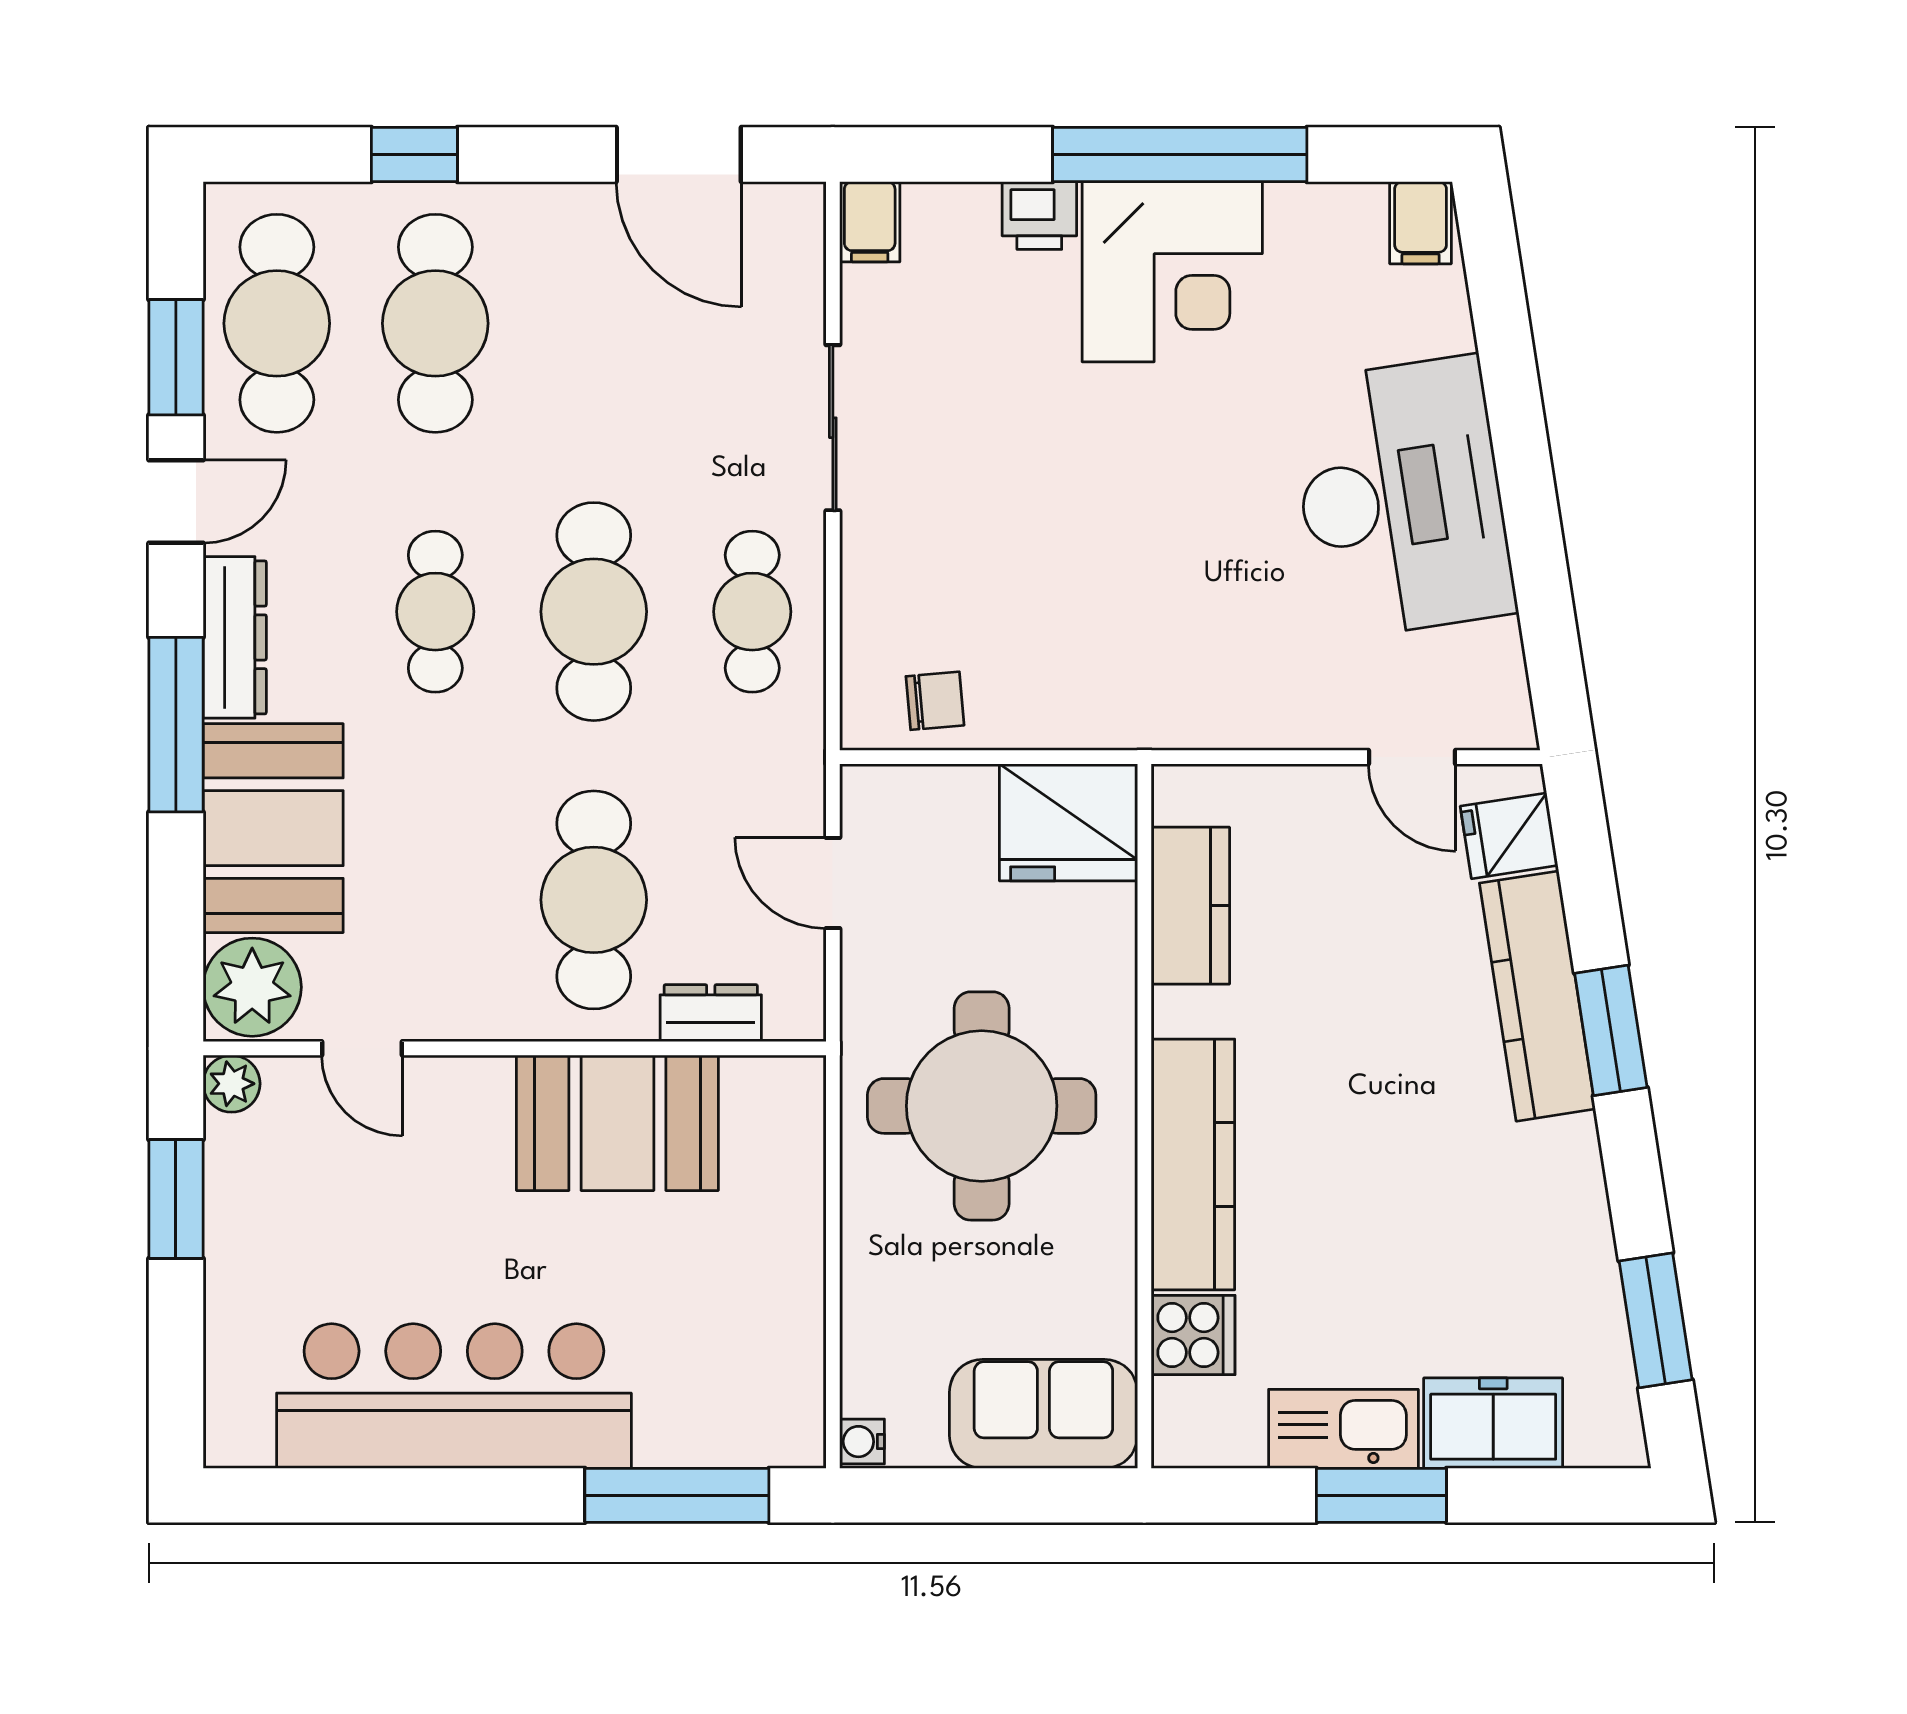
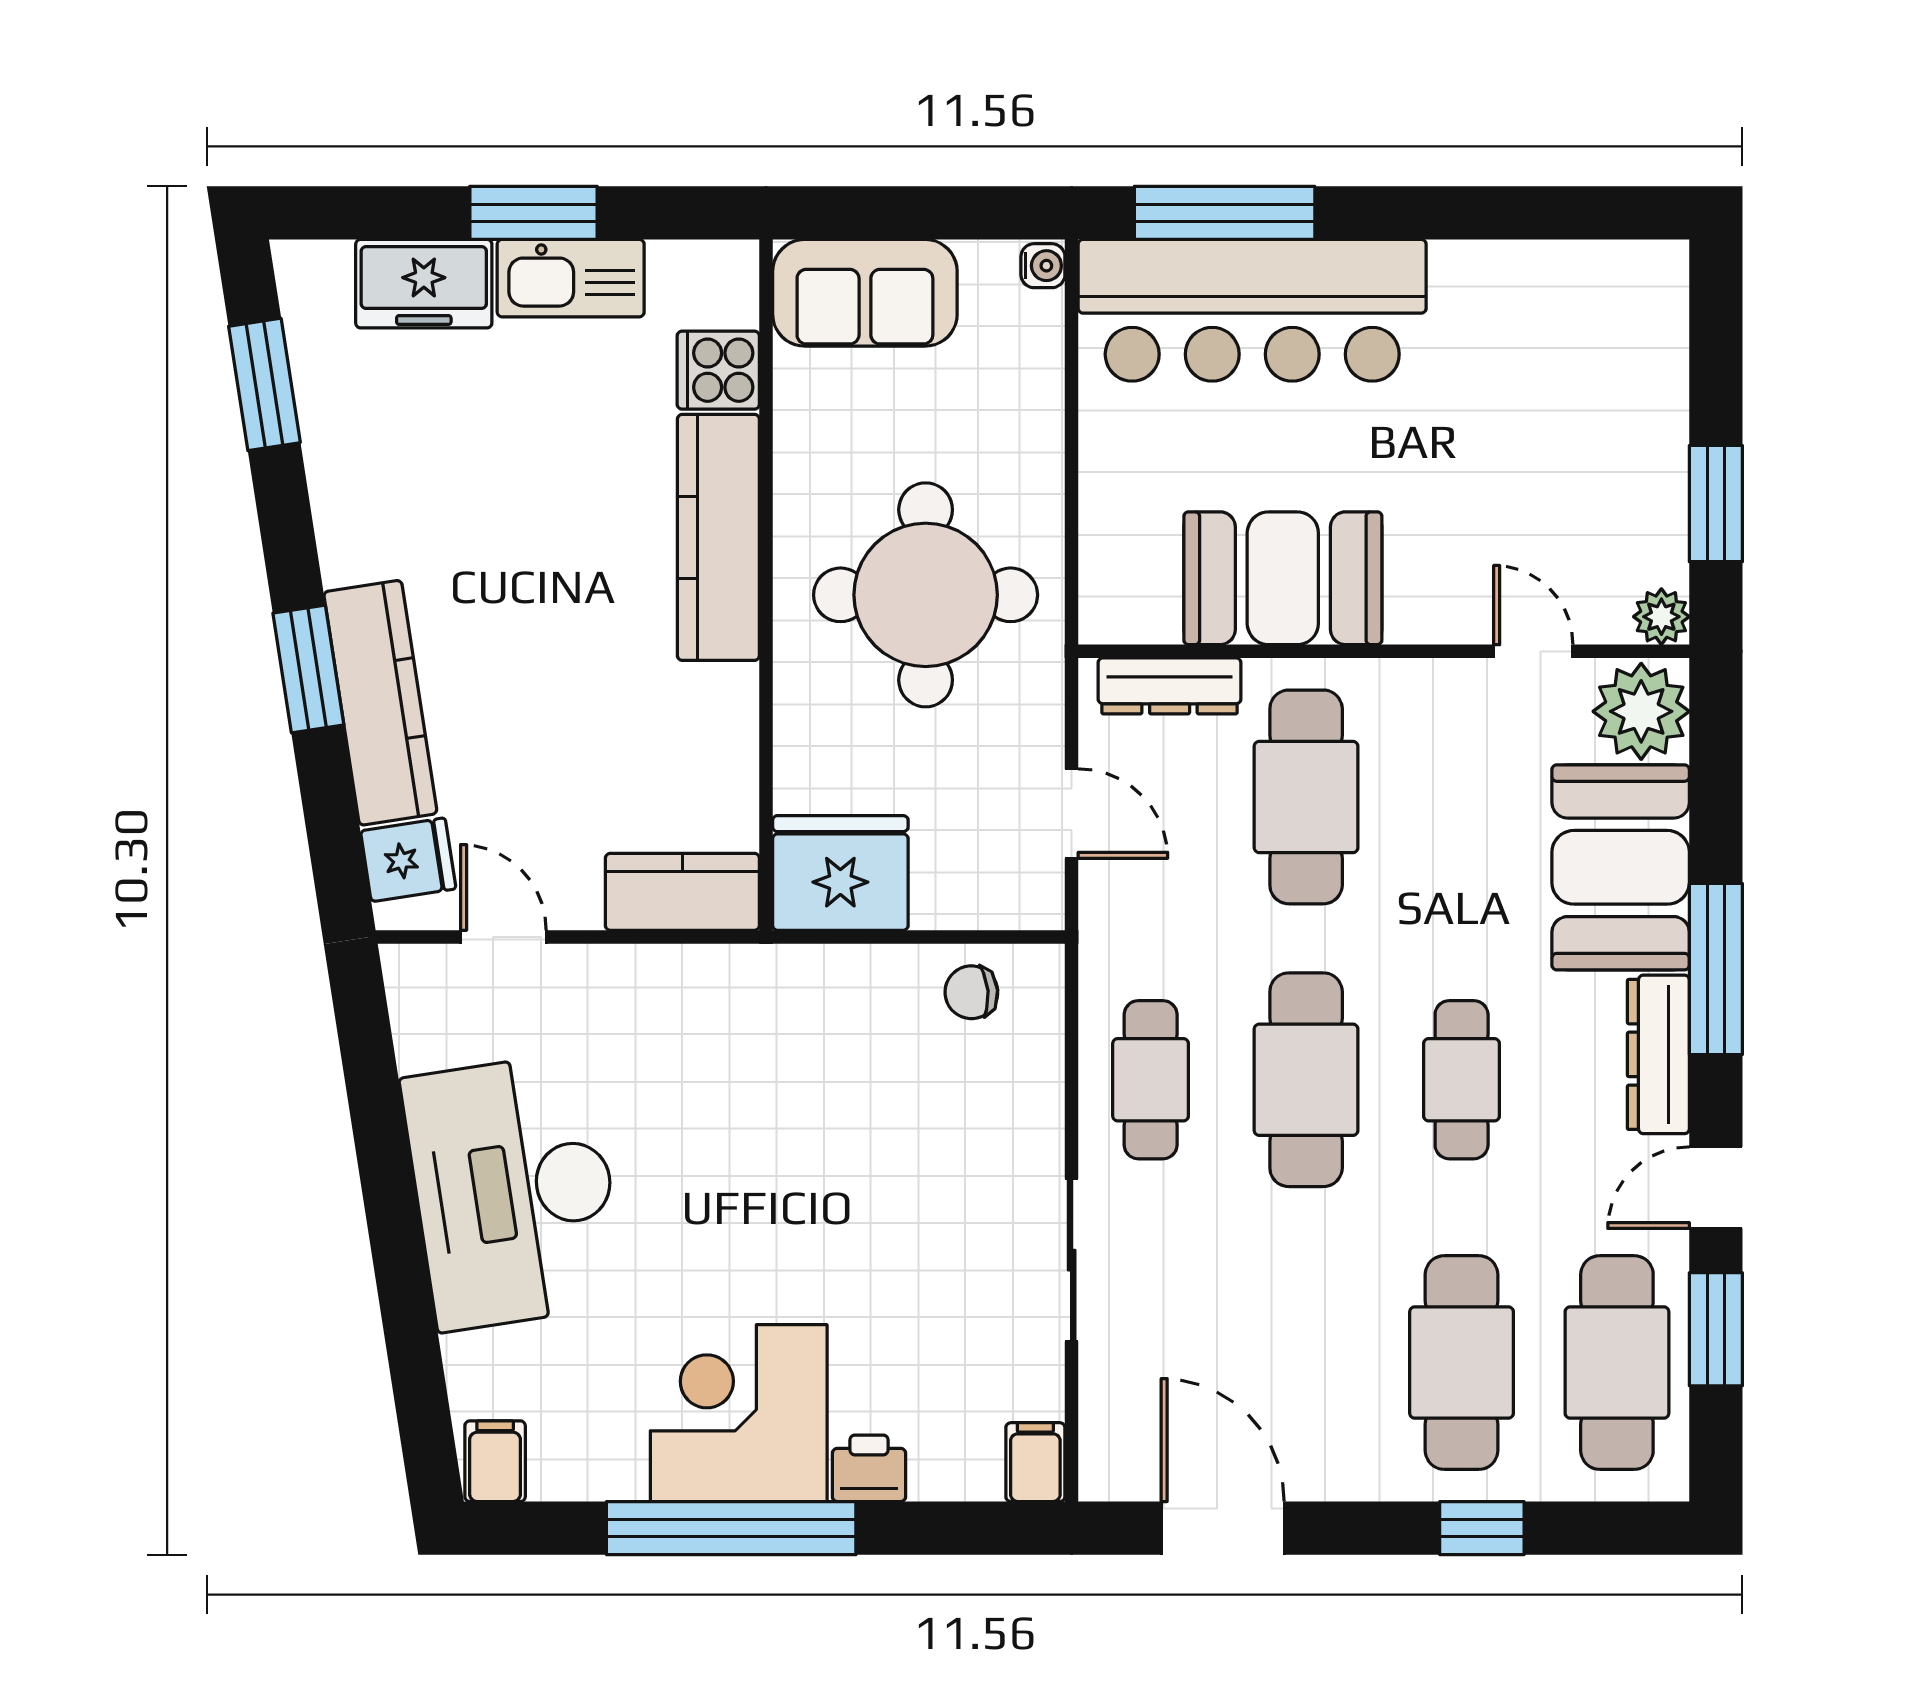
kitchen counter: (1190, 906) -> (682, 892), moved, turned 90
dresser: (711, 1013) -> (1170, 686), width x1.44
bar counter: (454, 1396) -> (1252, 310), moved

